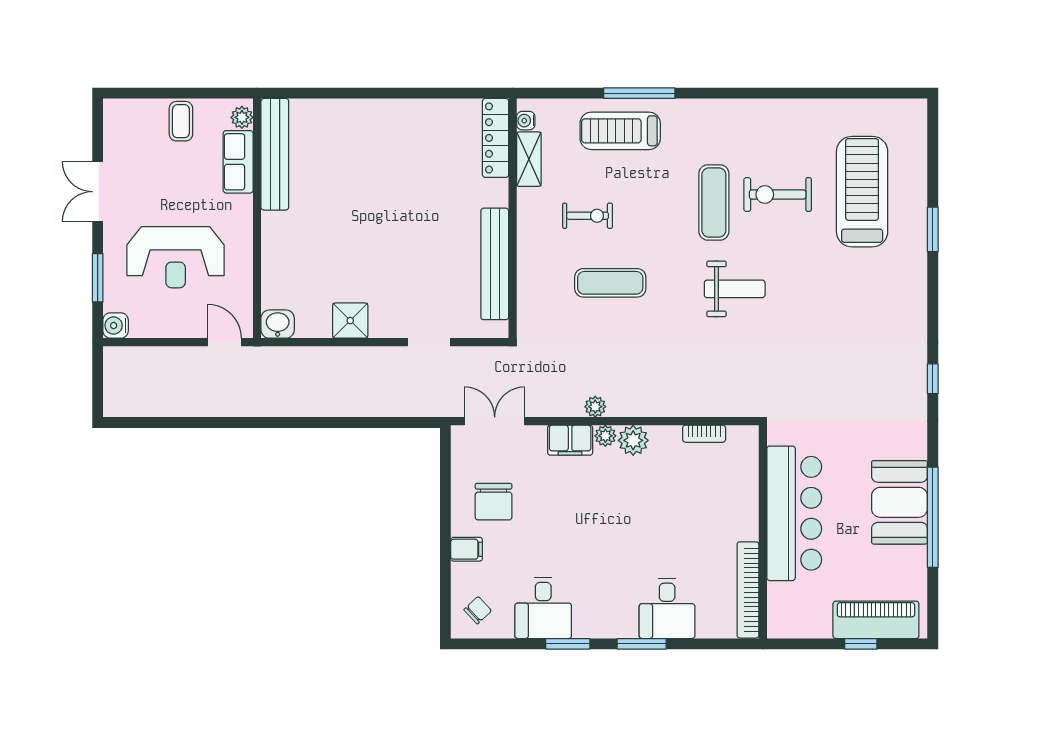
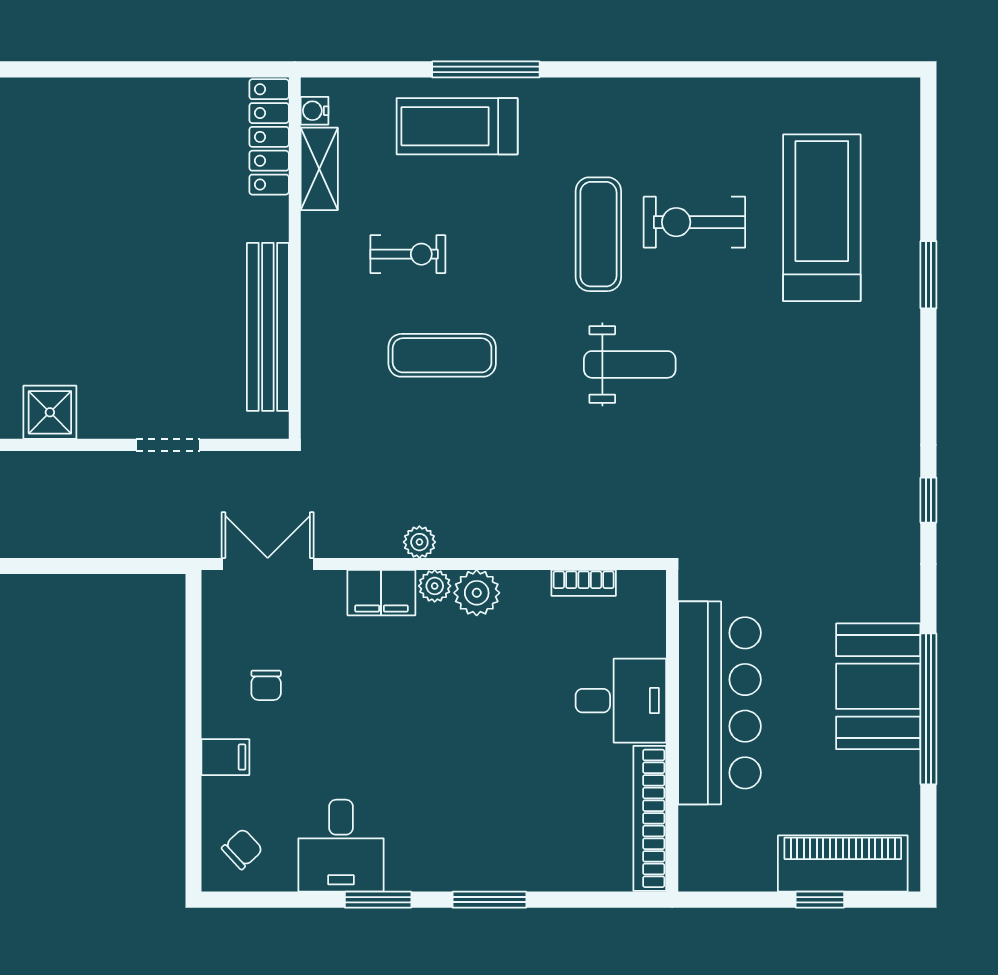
chair: (494, 502) -> (266, 685), width x0.54, depth x0.54
desk: (667, 608) -> (621, 701), moved, turned -90

